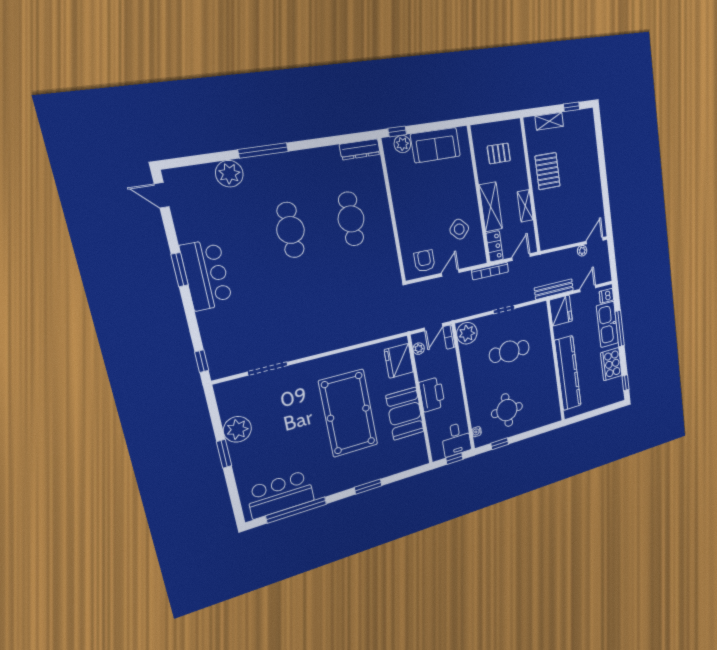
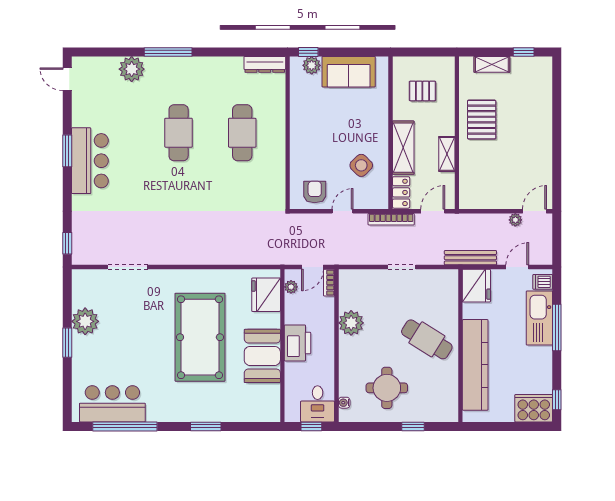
plant: (467, 333) -> (351, 323), moved
cafe table: (509, 351) -> (427, 339), moved, turned 32
cooker: (611, 364) -> (534, 408), moved, turned 90
window: (500, 444) -> (413, 426), moved

